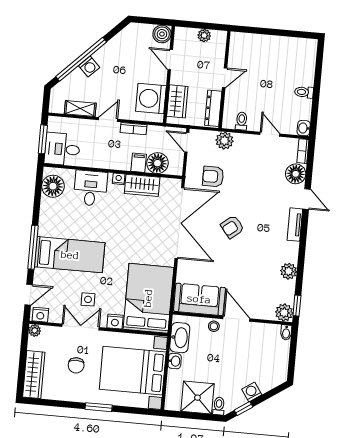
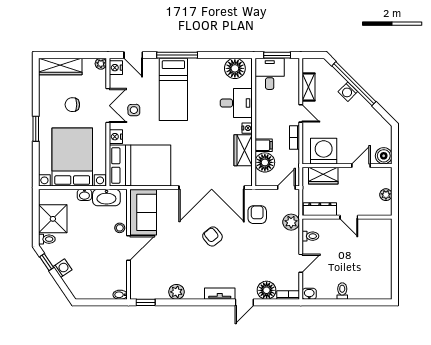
plant: (284, 313) -> (138, 291), removed

